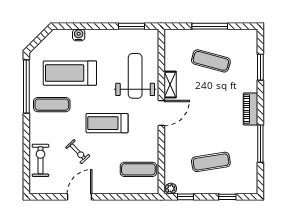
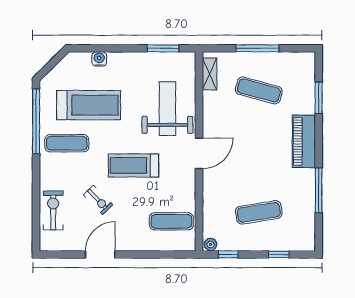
treadmill: (70, 73) -> (89, 105), turned 180
shelving: (170, 85) -> (210, 74), moved
piano: (251, 109) -> (304, 141), width x1.37, depth x1.33

